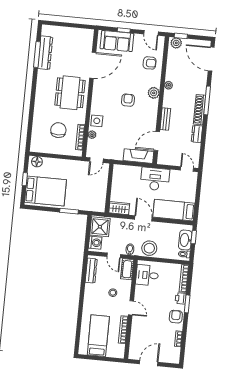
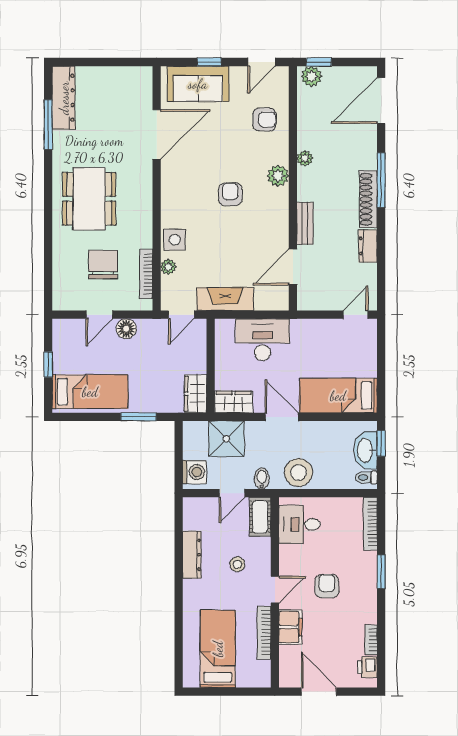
door: (151, 33) -> (262, 62), hinge flipped
dresser: (45, 53) -> (64, 98), moved
door: (211, 59) -> (381, 101), hinge flipped
dining table: (70, 93) -> (89, 199), moved
door: (54, 156) -> (100, 315), added
fireplace: (138, 156) -> (225, 299), moved
floor lamp: (37, 162) -> (126, 329), moved
door: (187, 169) -> (355, 315), hinge flipped
desk: (155, 179) -> (263, 340), moved
bed: (46, 191) -> (90, 392), width x0.67
wardrobe: (100, 202) -> (196, 394), added
shower: (100, 227) -> (226, 439), moved
door: (114, 255) -> (232, 493), hinge flipped
dresser: (91, 271) -> (192, 555), moved
printer: (181, 298) -> (367, 667), moved
door: (131, 308) -> (275, 590), hinge flipped
armchair: (176, 317) -> (327, 586), moved
filing cabinet: (137, 328) -> (290, 627), added
door: (149, 363) -> (319, 692), hinge flipped

